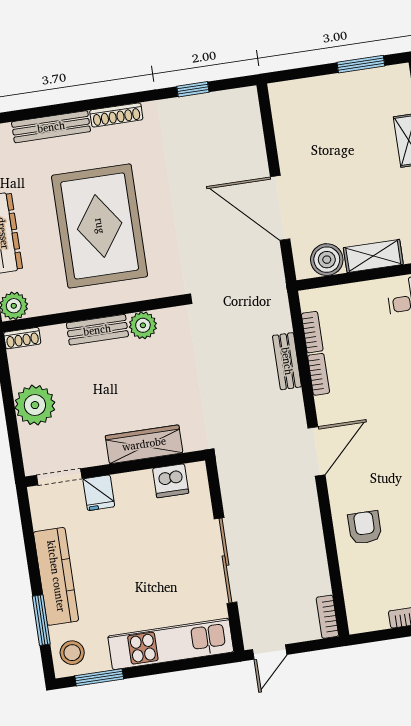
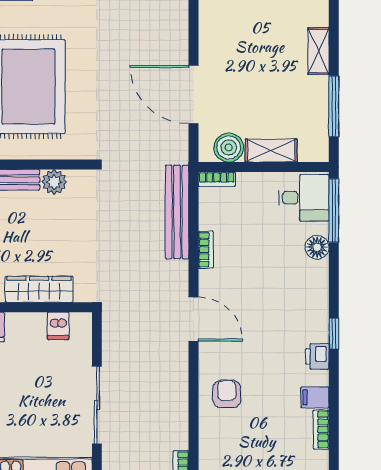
bookcase: (312, 332) -> (217, 179), moved, turned 90
bench: (287, 361) -> (177, 212), width x1.86, depth x1.21
door: (316, 451) -> (194, 319), hinge flipped
dishwasher: (171, 481) -> (58, 326), width x0.73

